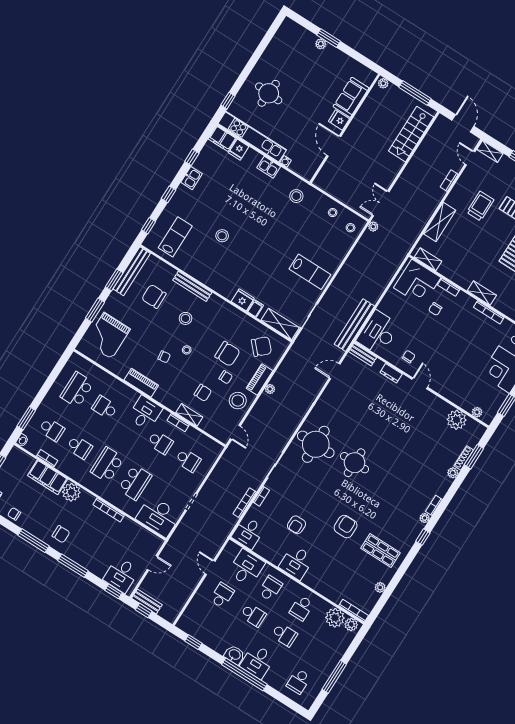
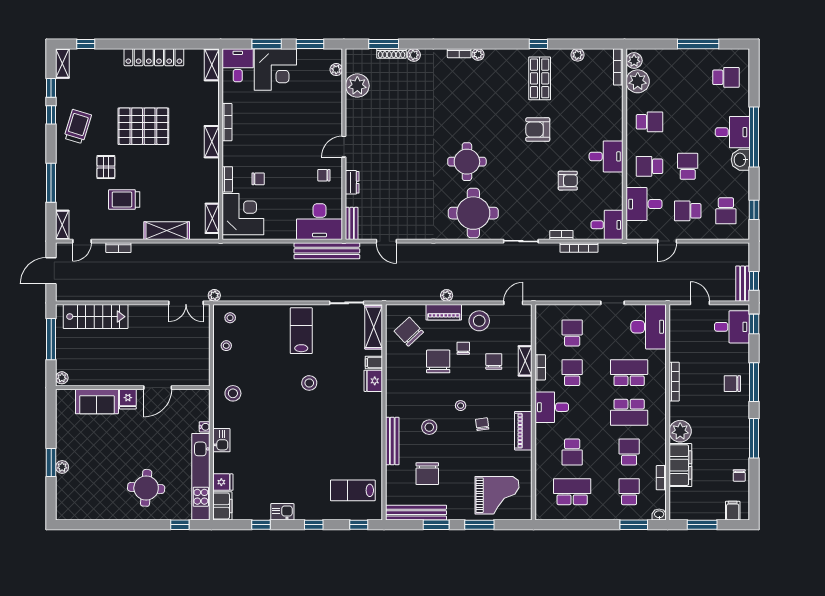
stool: (222, 236) -> (309, 383), moved
school desk: (77, 390) -> (572, 492), turned 180
chair: (61, 534) -> (732, 384), moved, turned -90
window: (423, 537) -> (538, 44), moved
school desk: (284, 635) -> (726, 211), moved, turned 180

